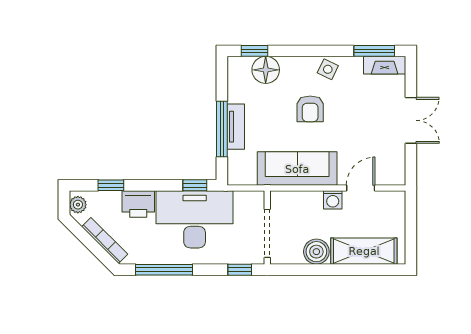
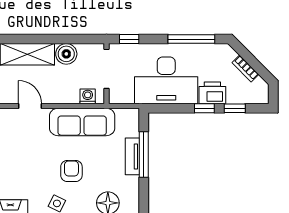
window: (195, 185) -> (204, 108), moved
door: (361, 188) -> (30, 106), swing flipped
washing machine: (333, 200) -> (88, 96), moved
plant: (78, 205) -> (262, 92), removed
bookcase: (105, 240) -> (245, 68), width x0.64

